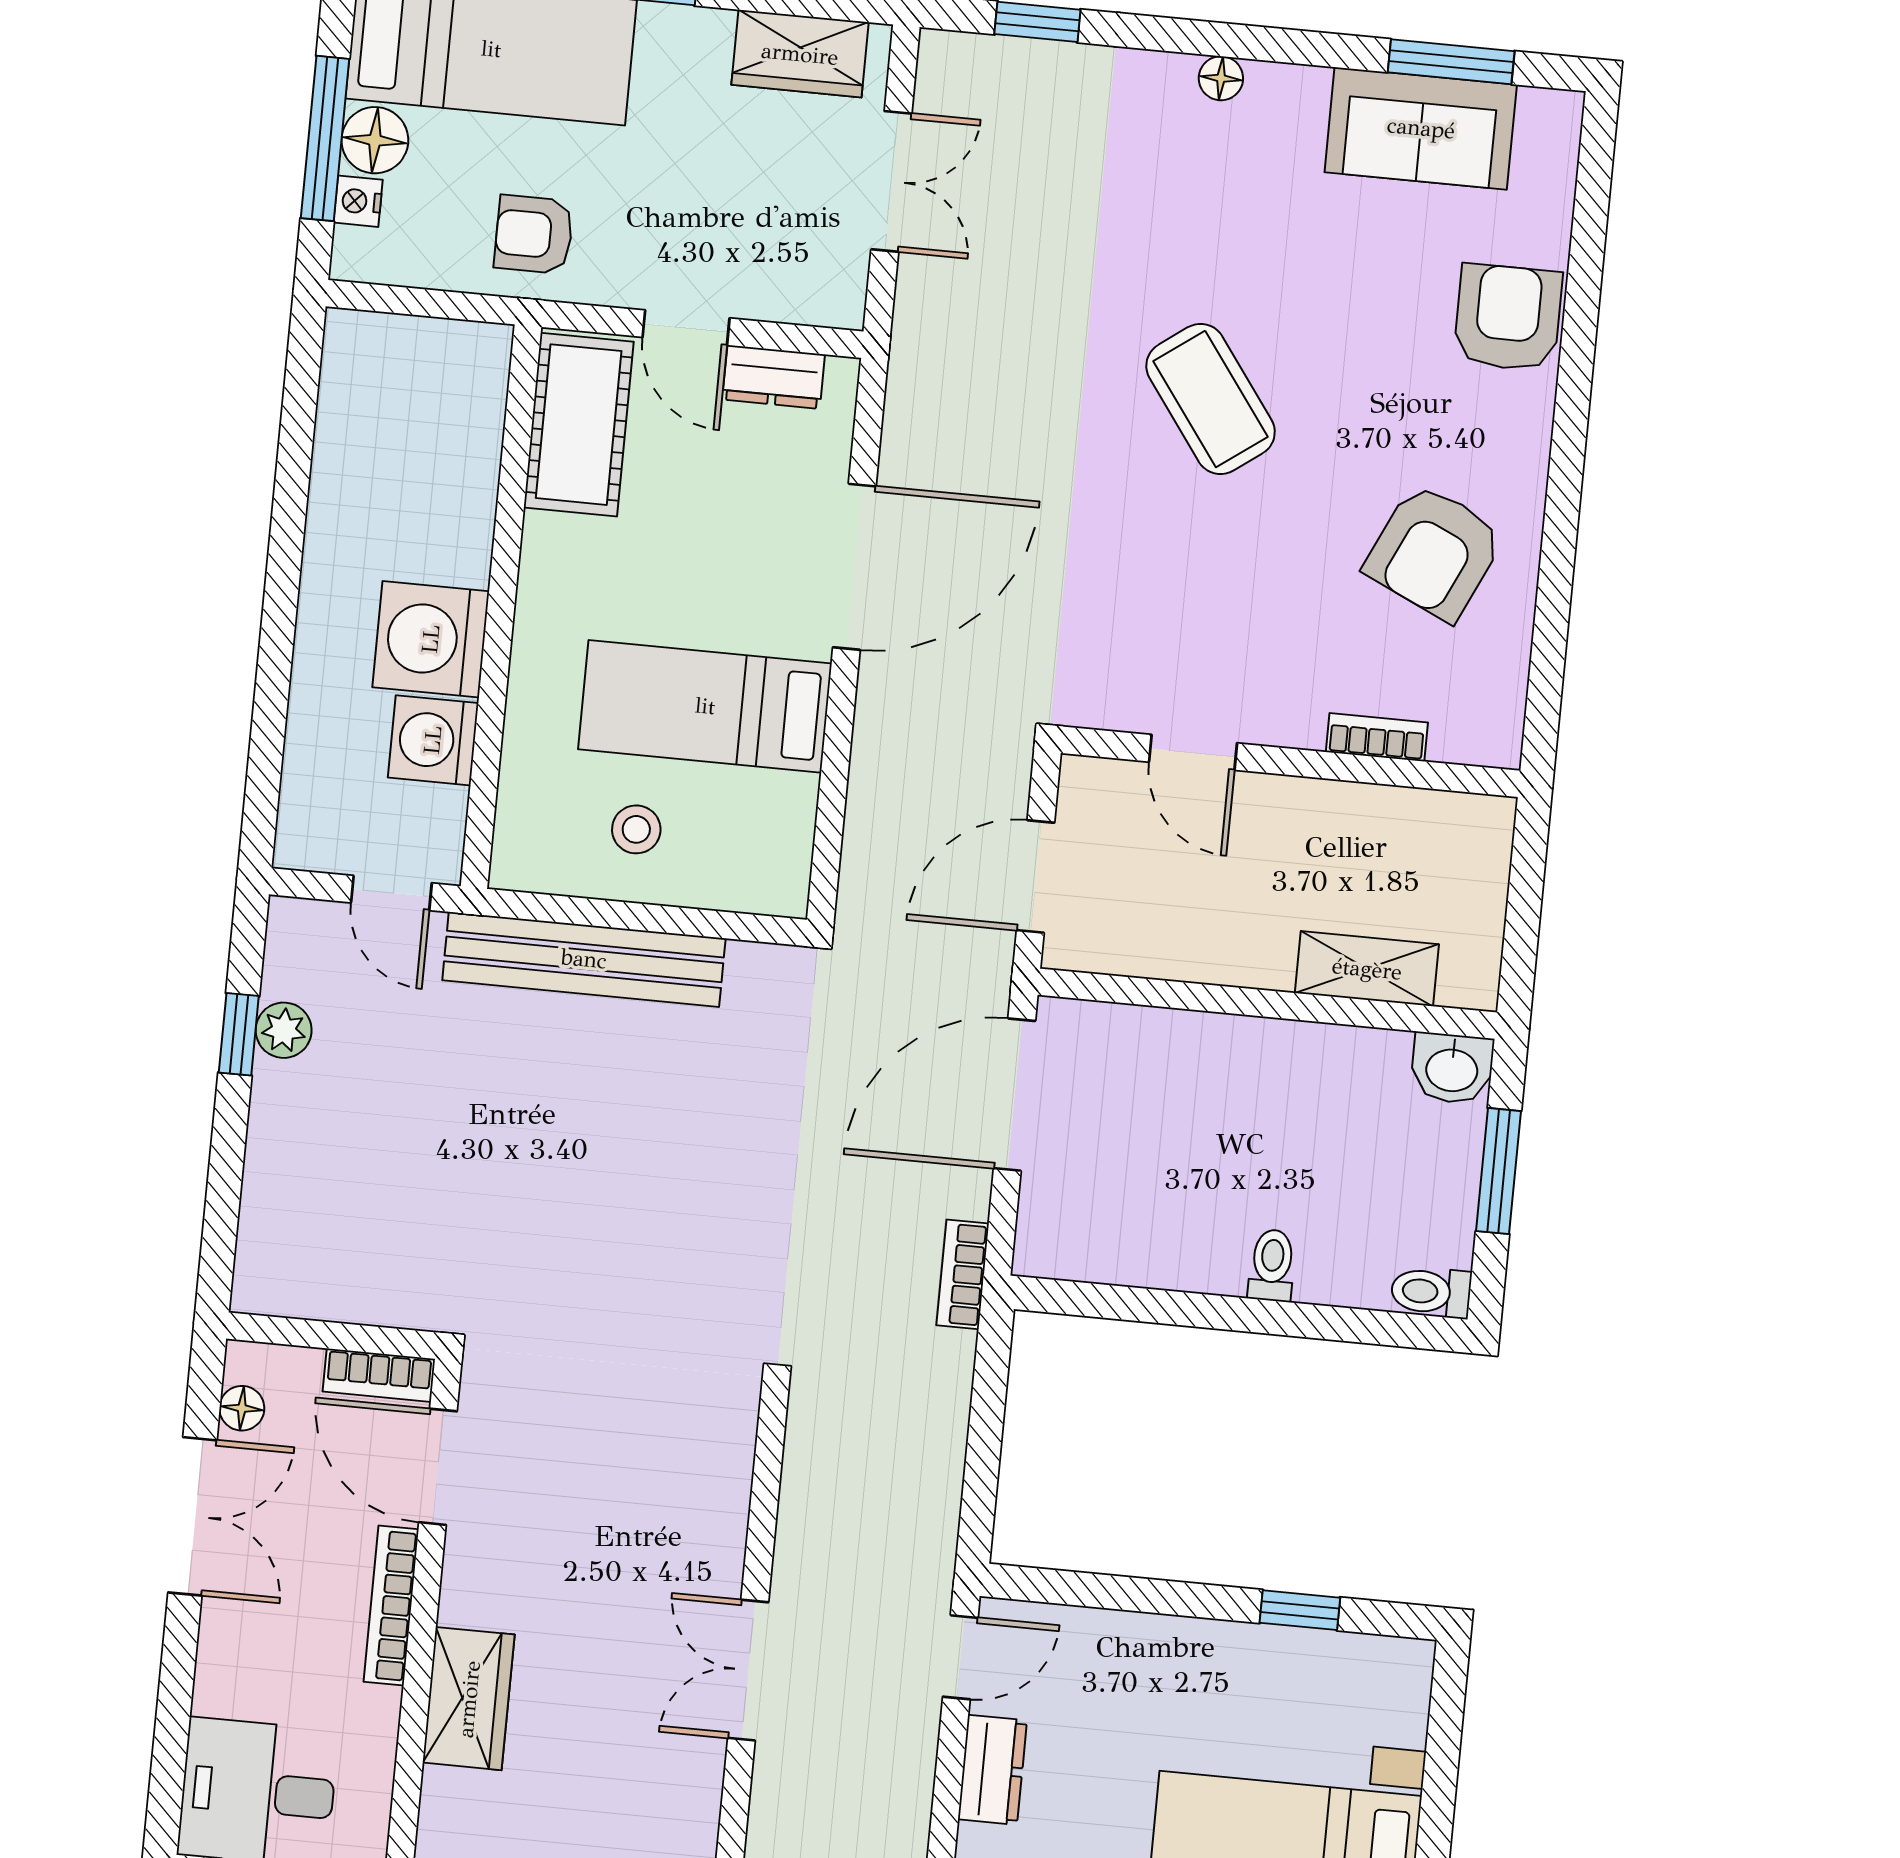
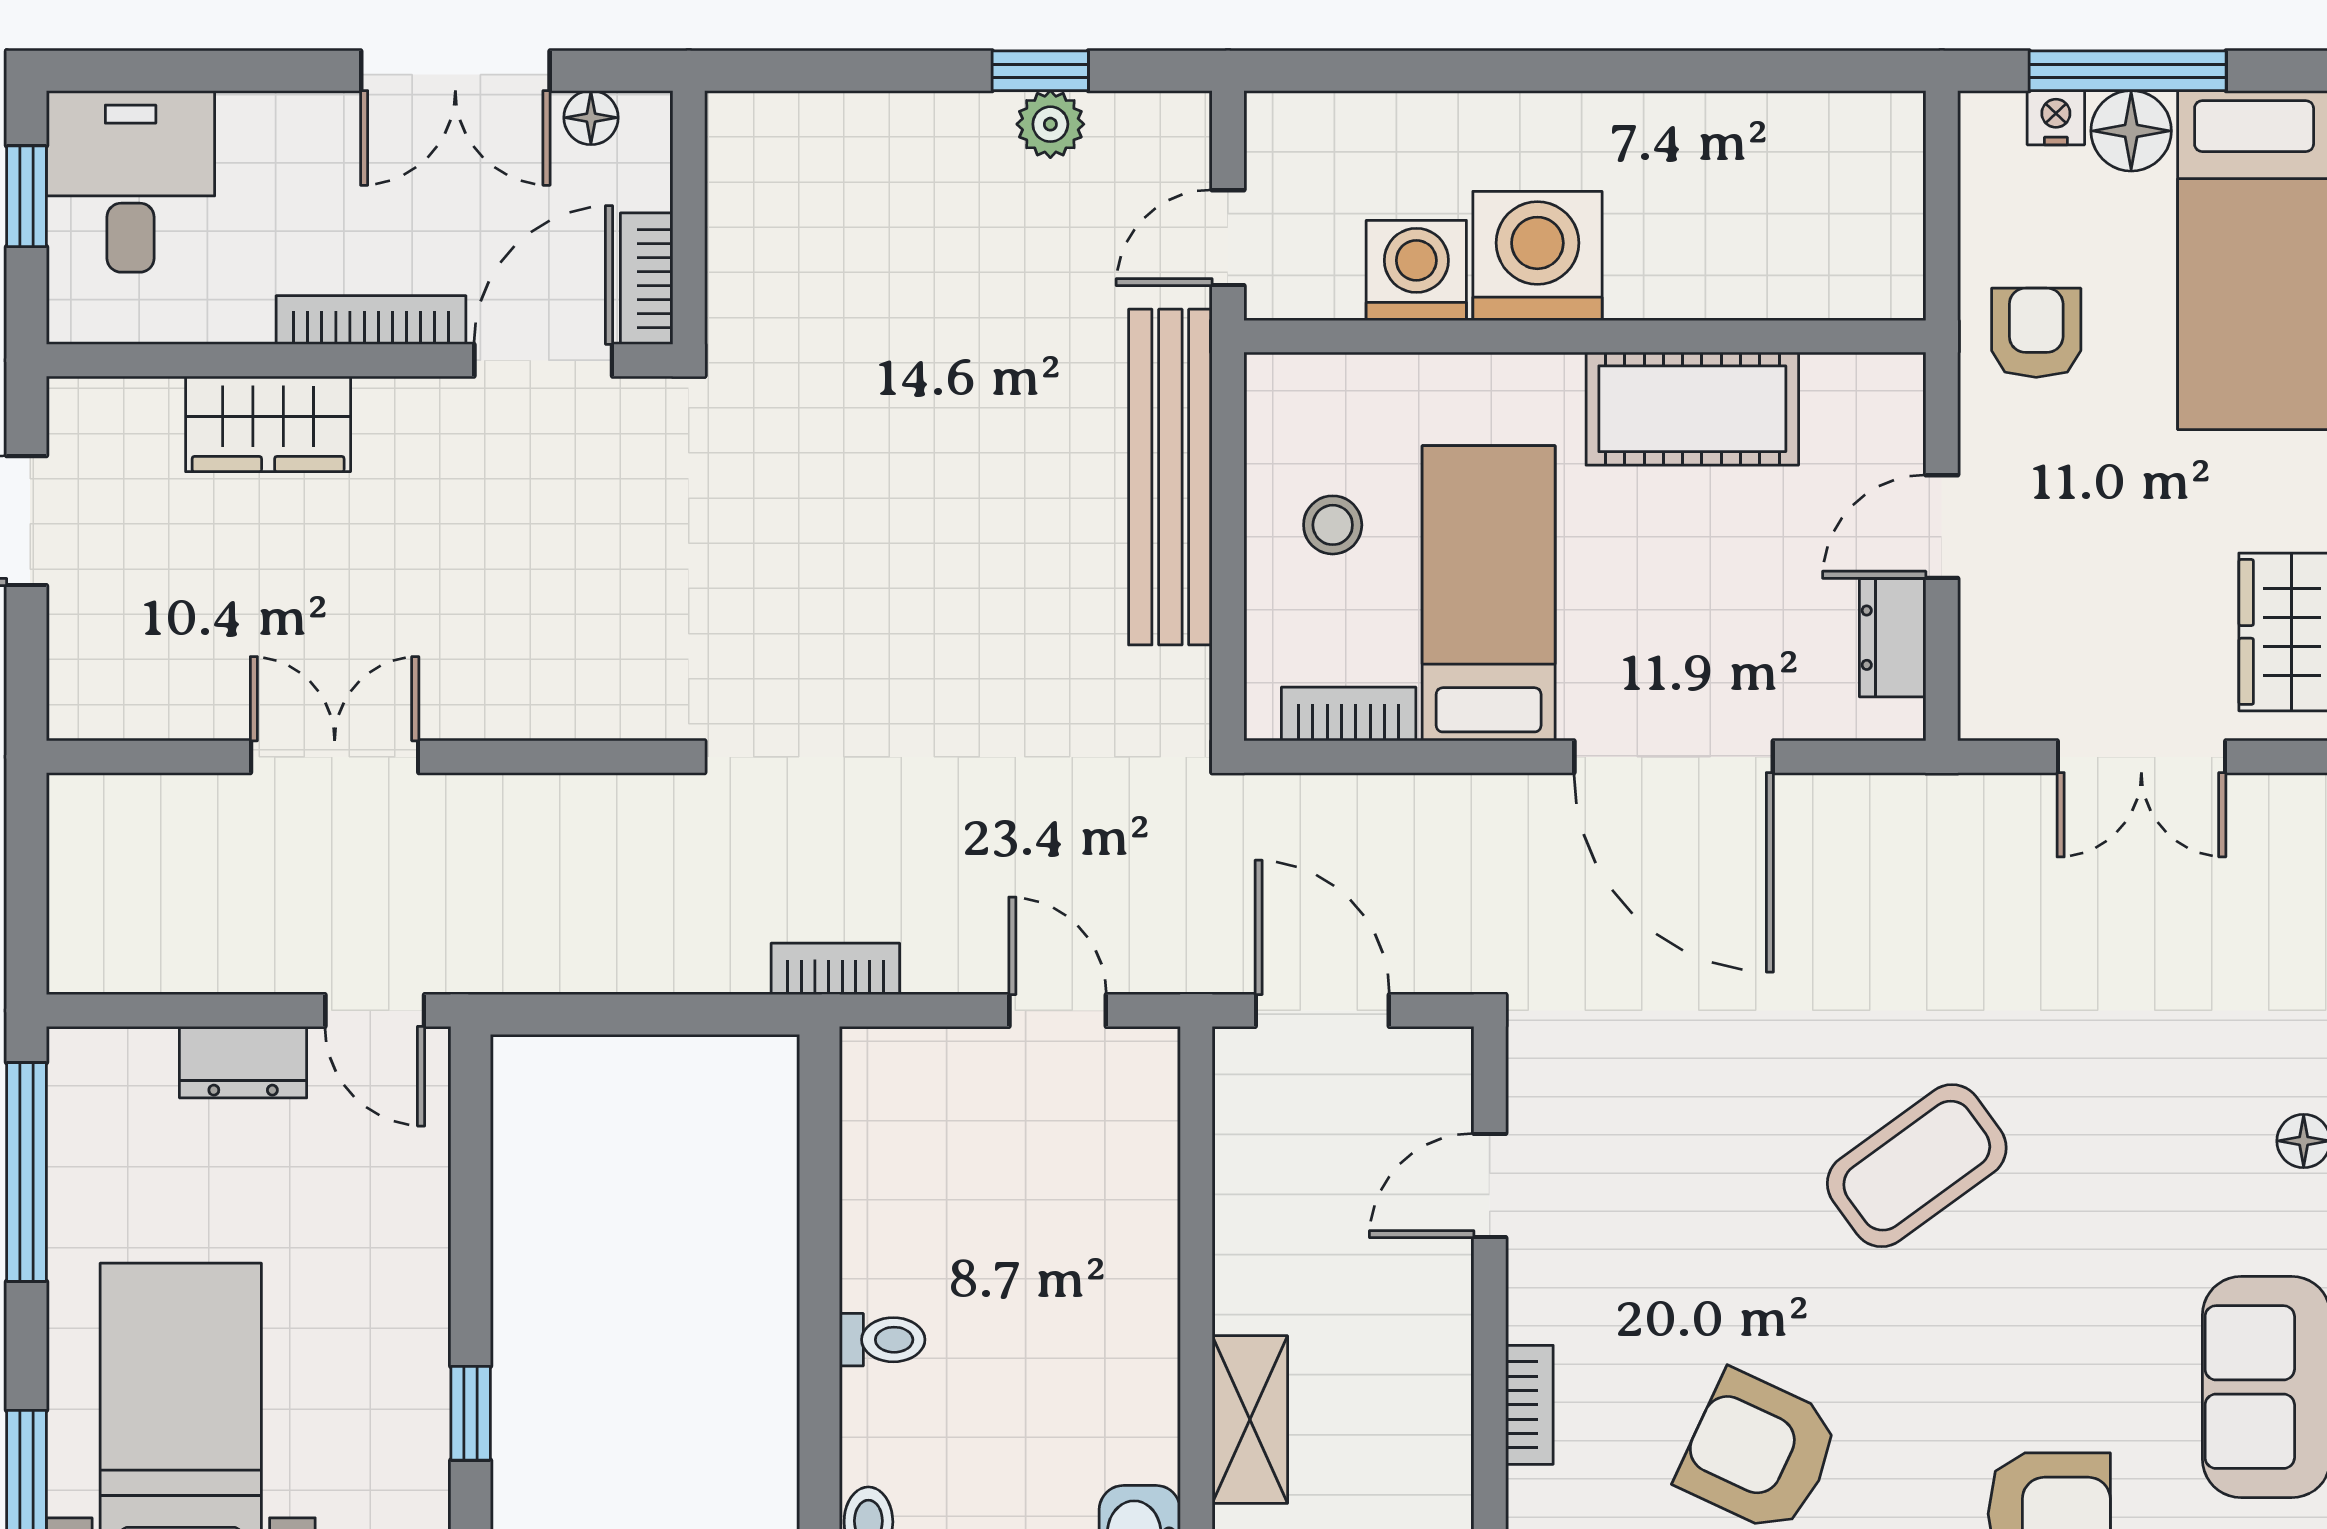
cot: (579, 425) -> (1692, 409), moved
bookcase: (793, 831) -> (1349, 714), added
door: (1015, 1095) -> (1058, 1010), width x0.53

